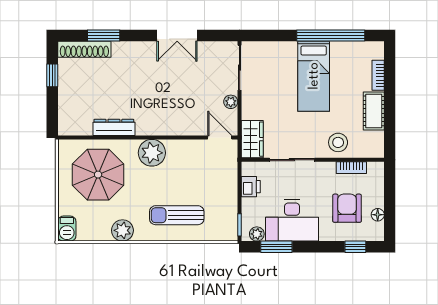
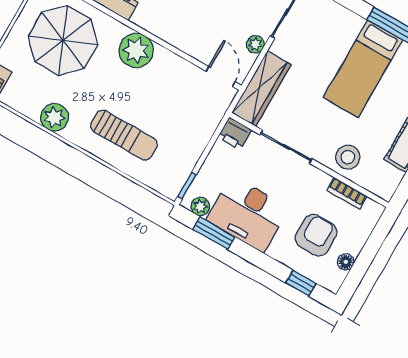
wardrobe: (252, 139) -> (261, 89), width x1.50
printer: (251, 187) -> (235, 134), moved, turned 90
sun lounger: (177, 215) -> (124, 135), turned 180

